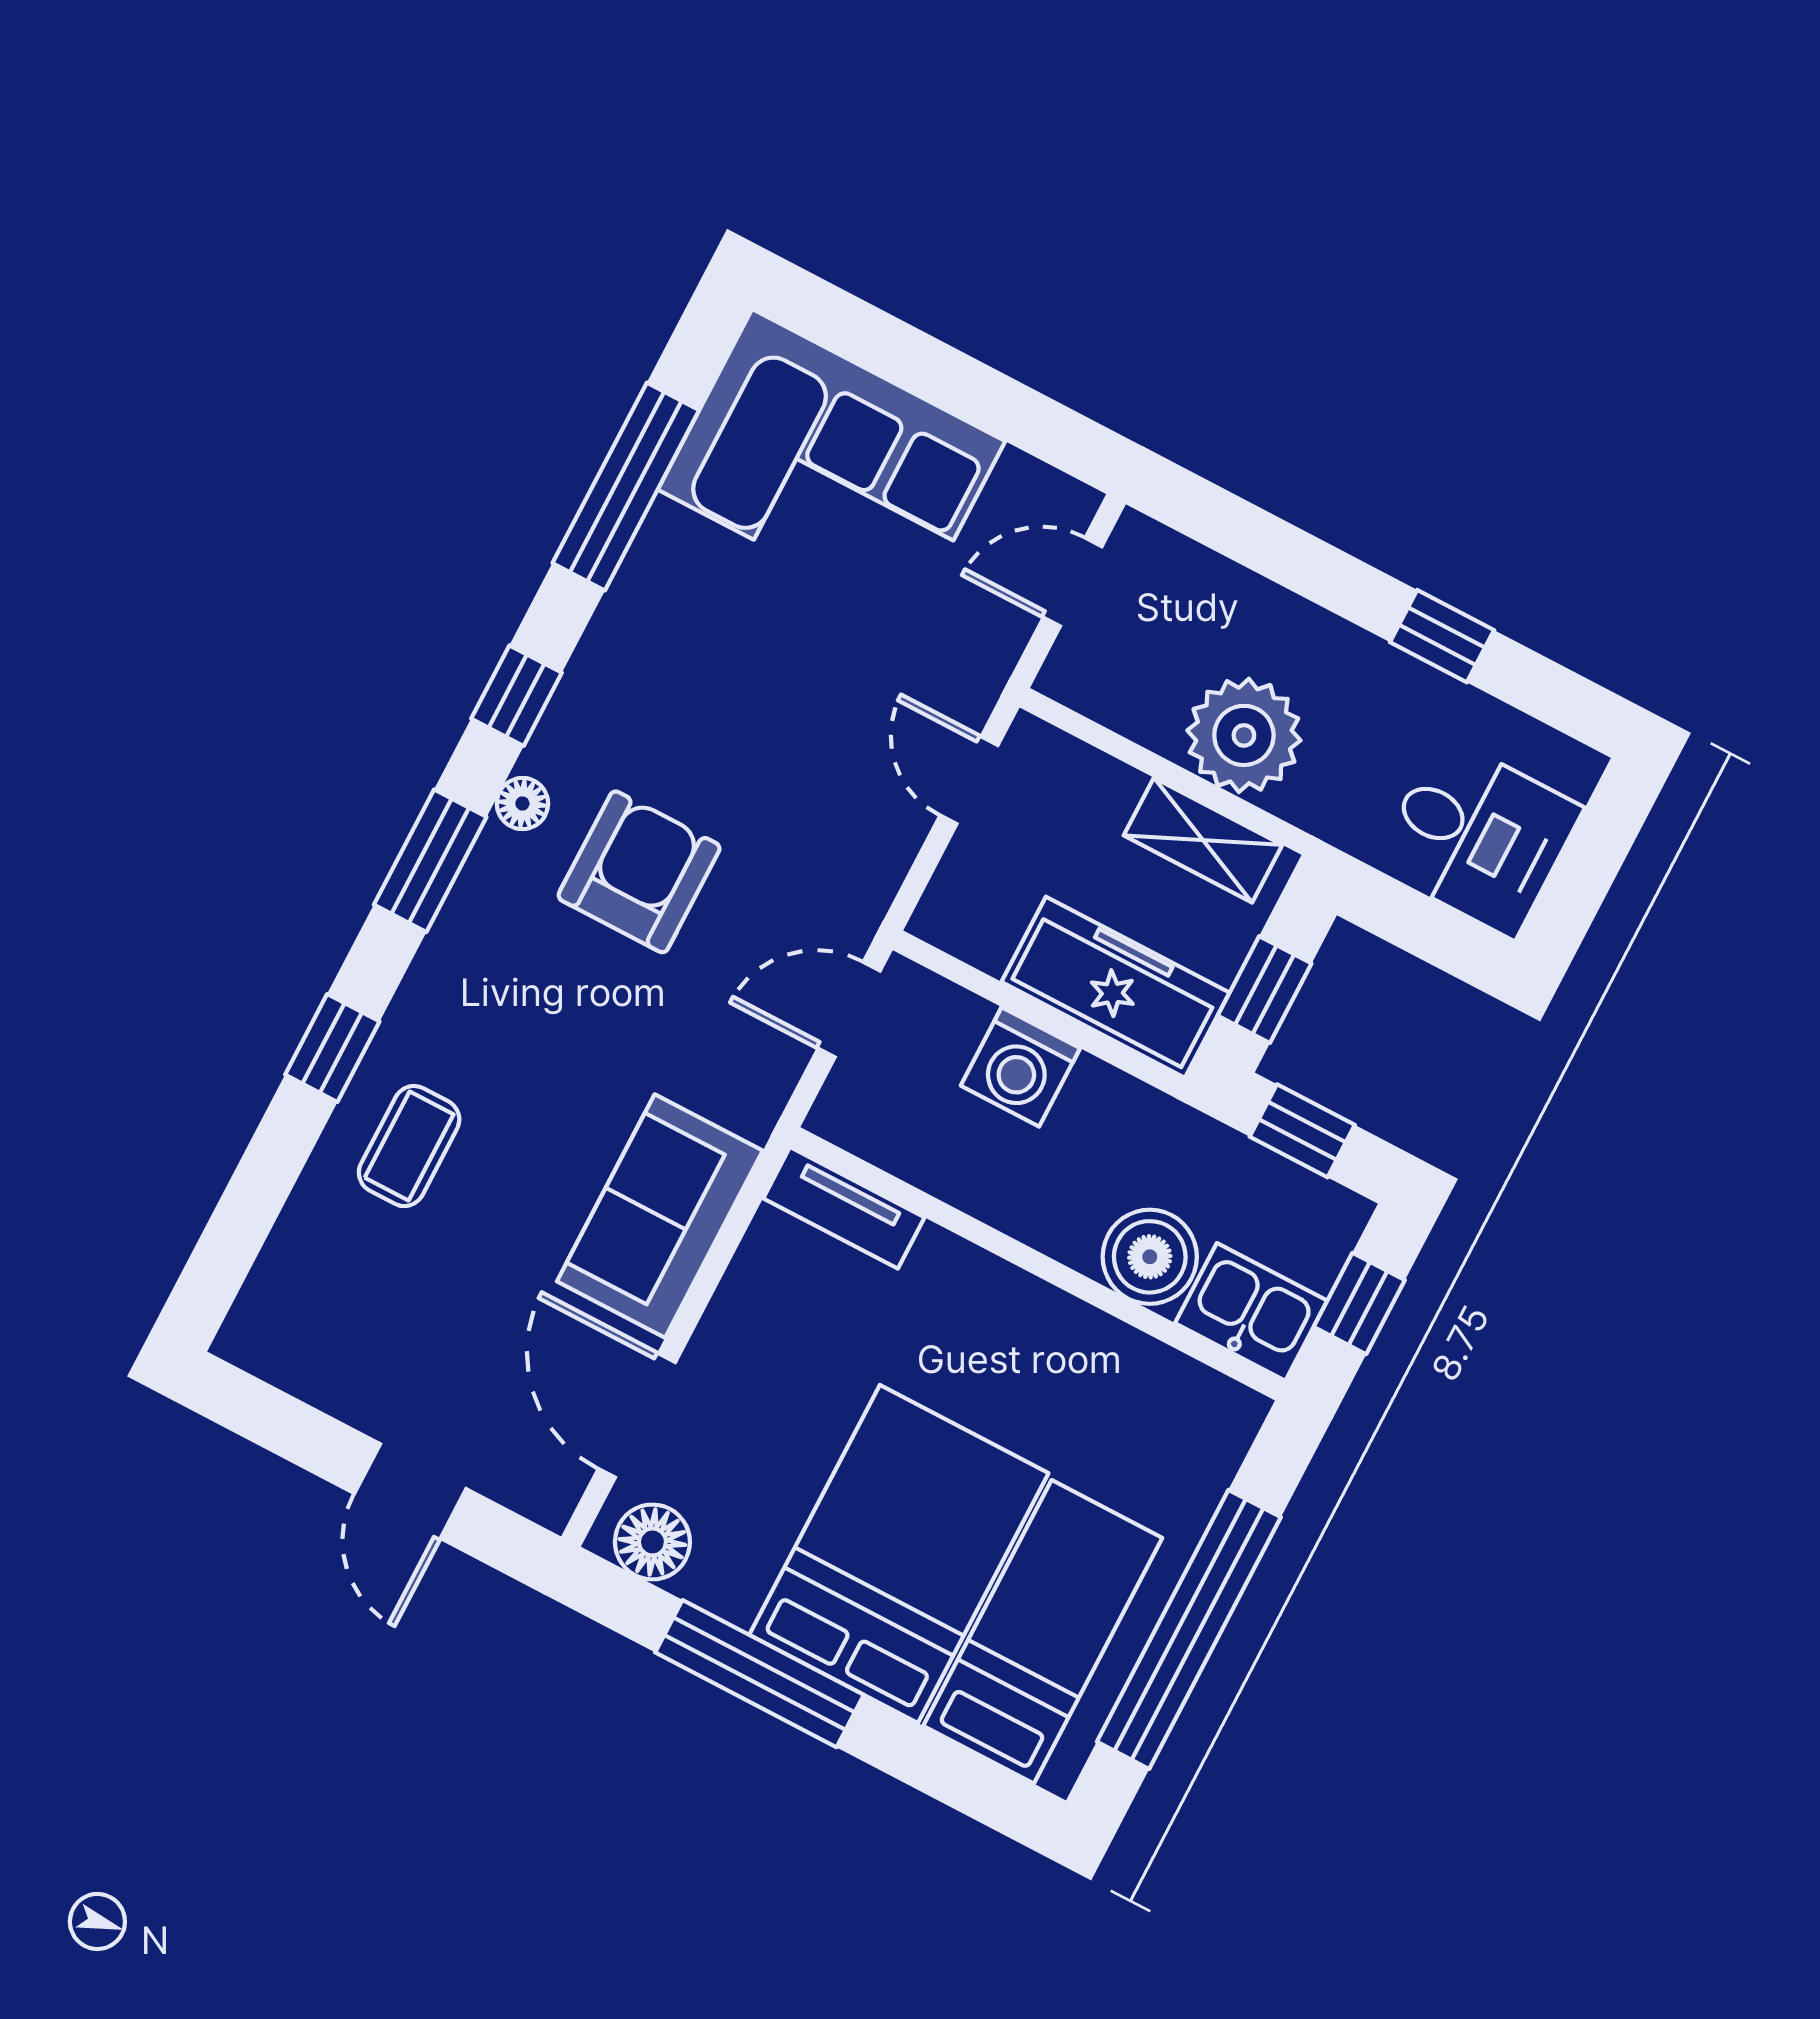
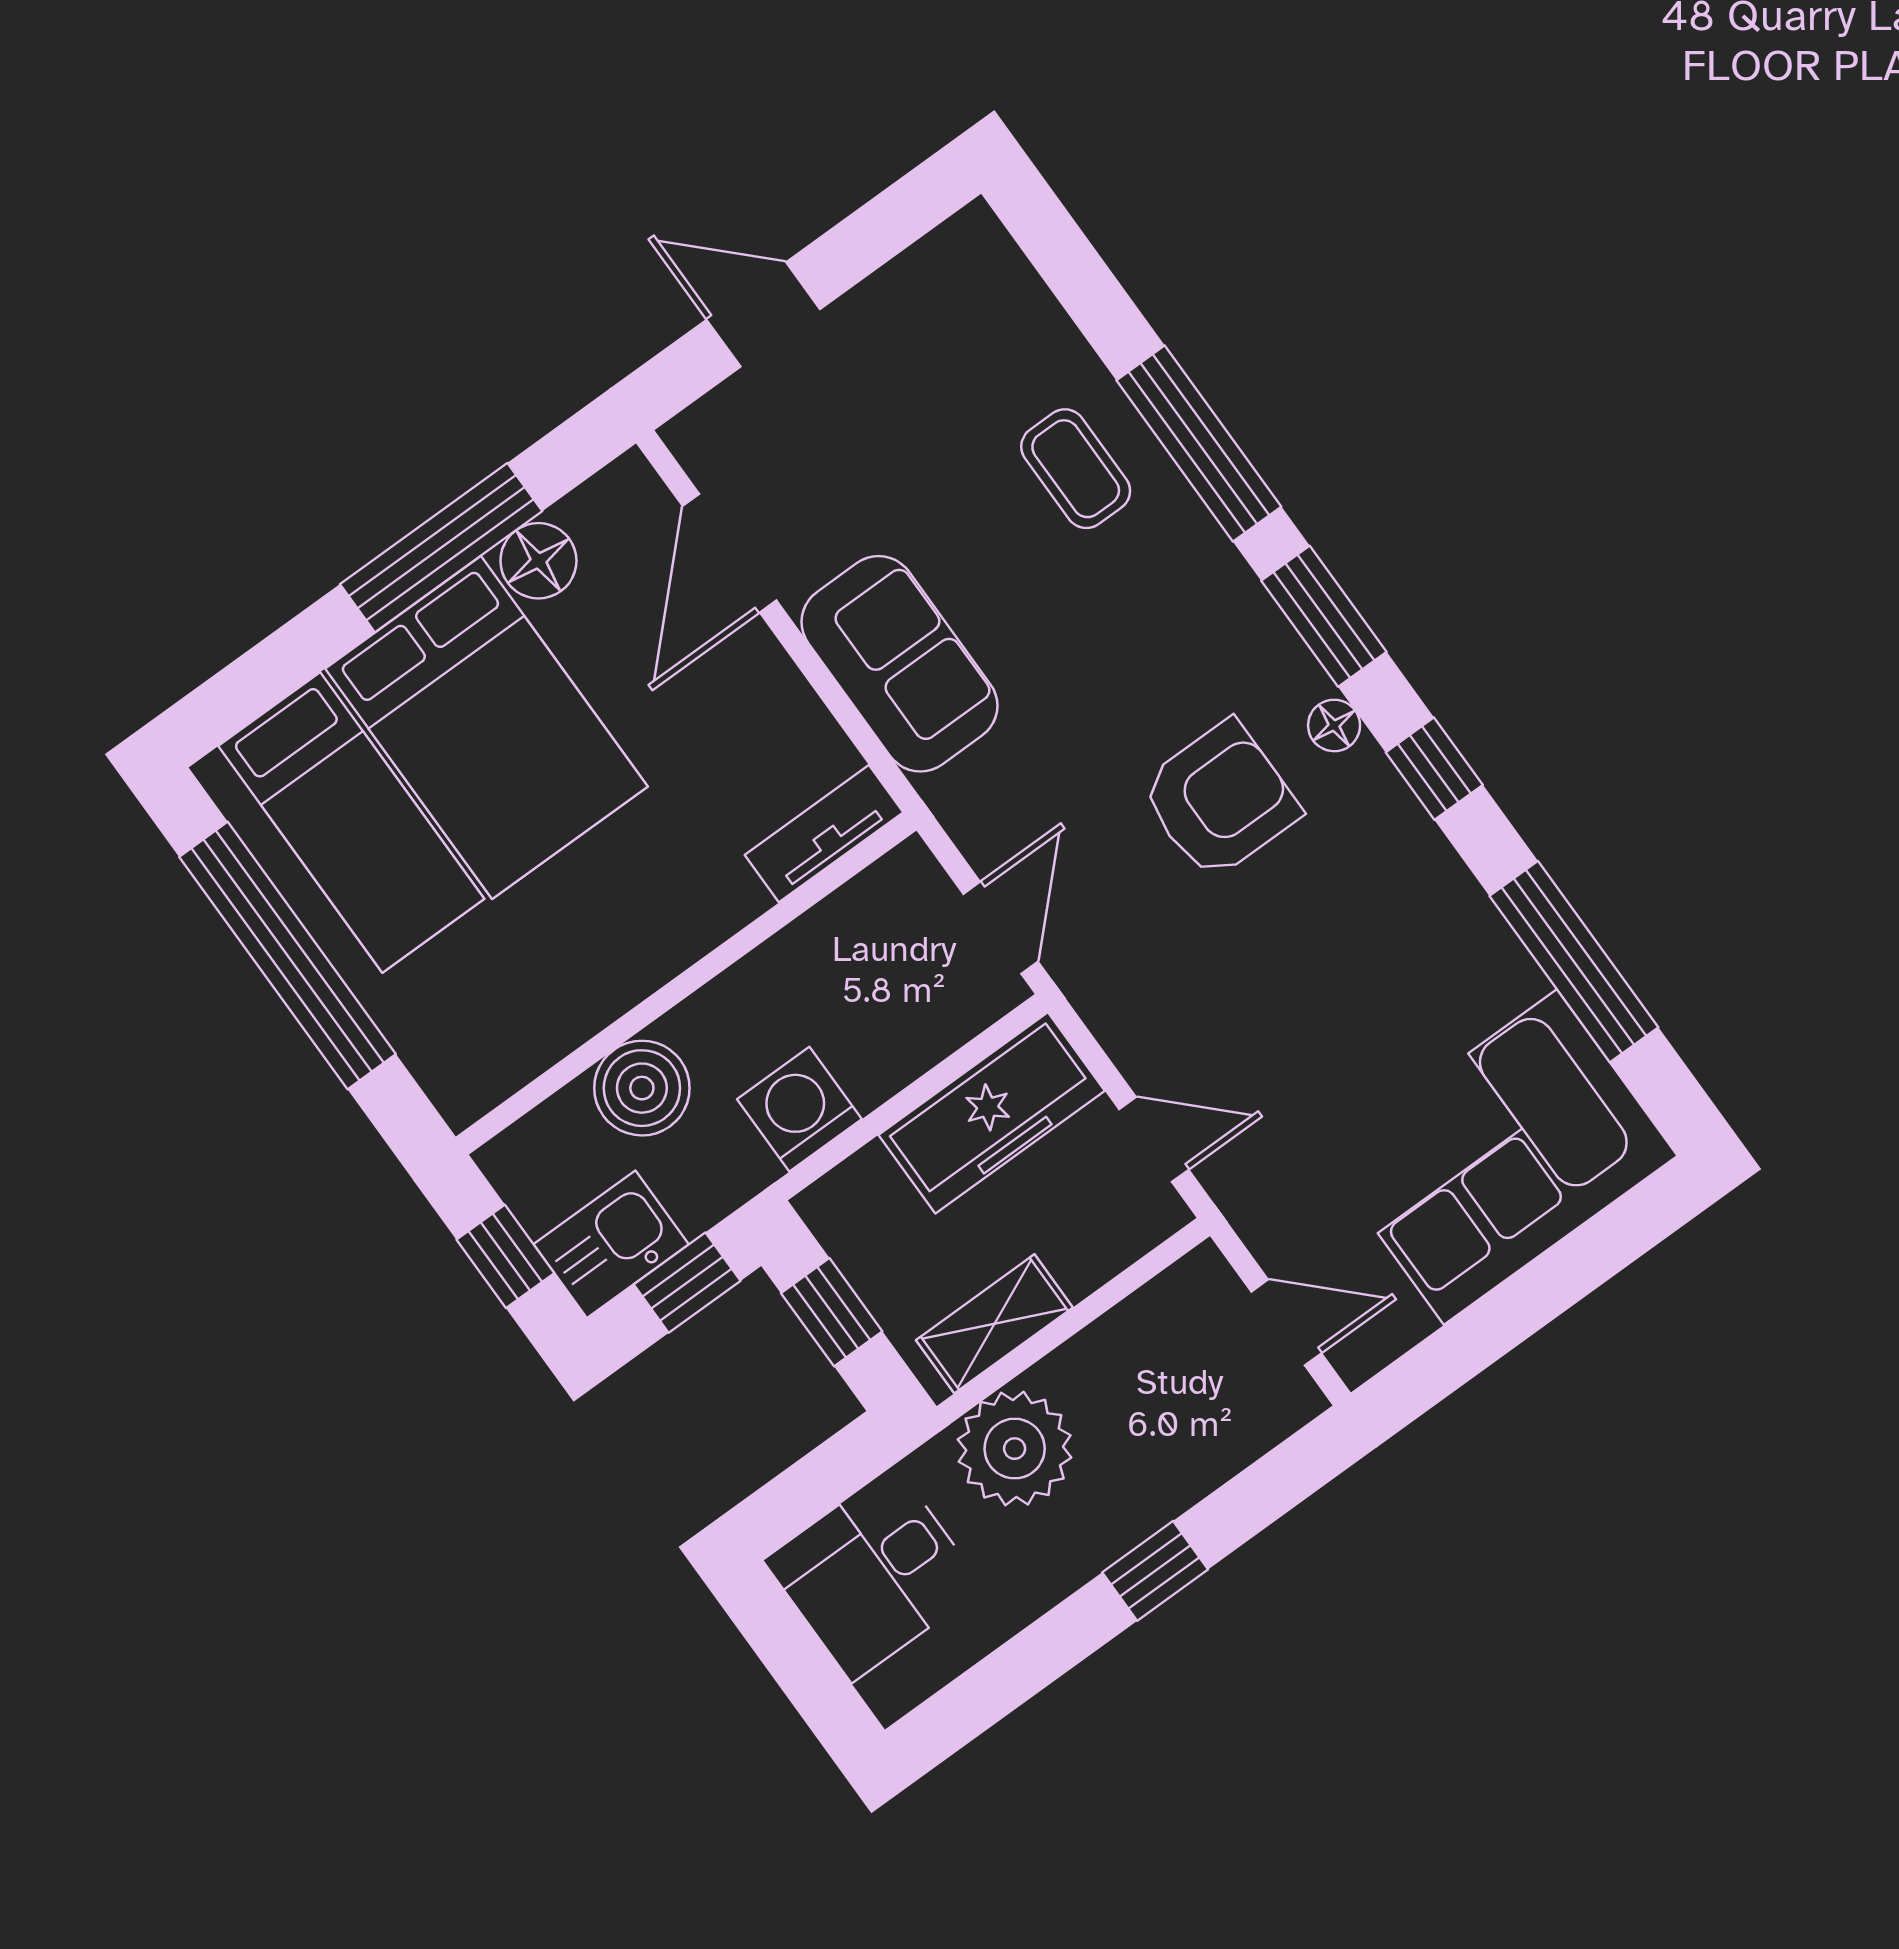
door: (1073, 582) -> (1286, 1322), hinge flipped
window: (1442, 636) -> (1155, 1571), moved
plant: (1244, 735) -> (1015, 1449), moved
armchair: (639, 872) -> (1220, 800), turned -90
freezer: (1115, 987) -> (992, 1113), moved
window: (332, 1048) -> (1199, 444), width x2.17
washing machine: (1020, 1067) -> (799, 1109), moved
kitchen sink: (1251, 1312) -> (611, 1244), moved, turned 180
door: (637, 1416) -> (730, 553), swing flipped
floor lamp: (652, 1542) -> (538, 561), moved

